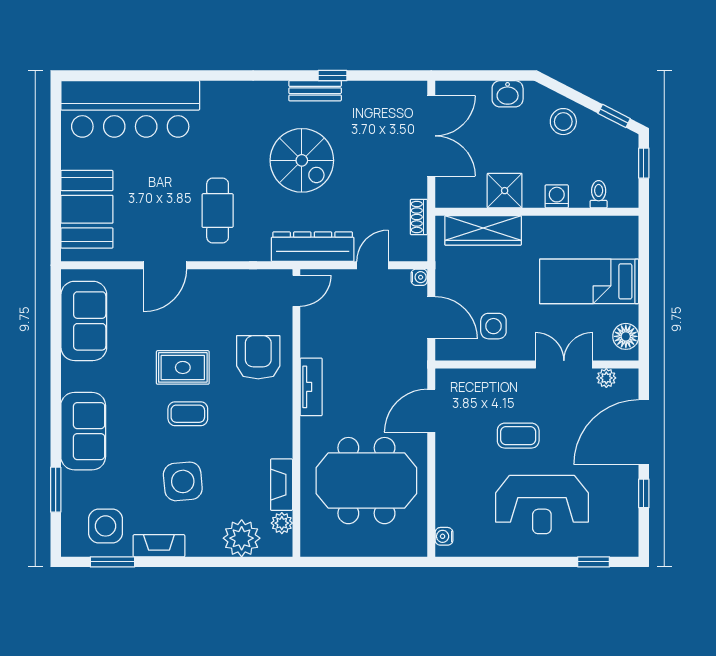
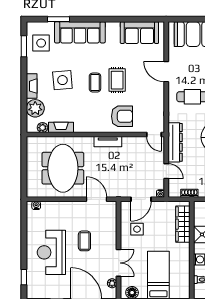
sofa: (83, 431) -> (80, 32), width x1.36
fireplace: (159, 546) -> (32, 86), moved

